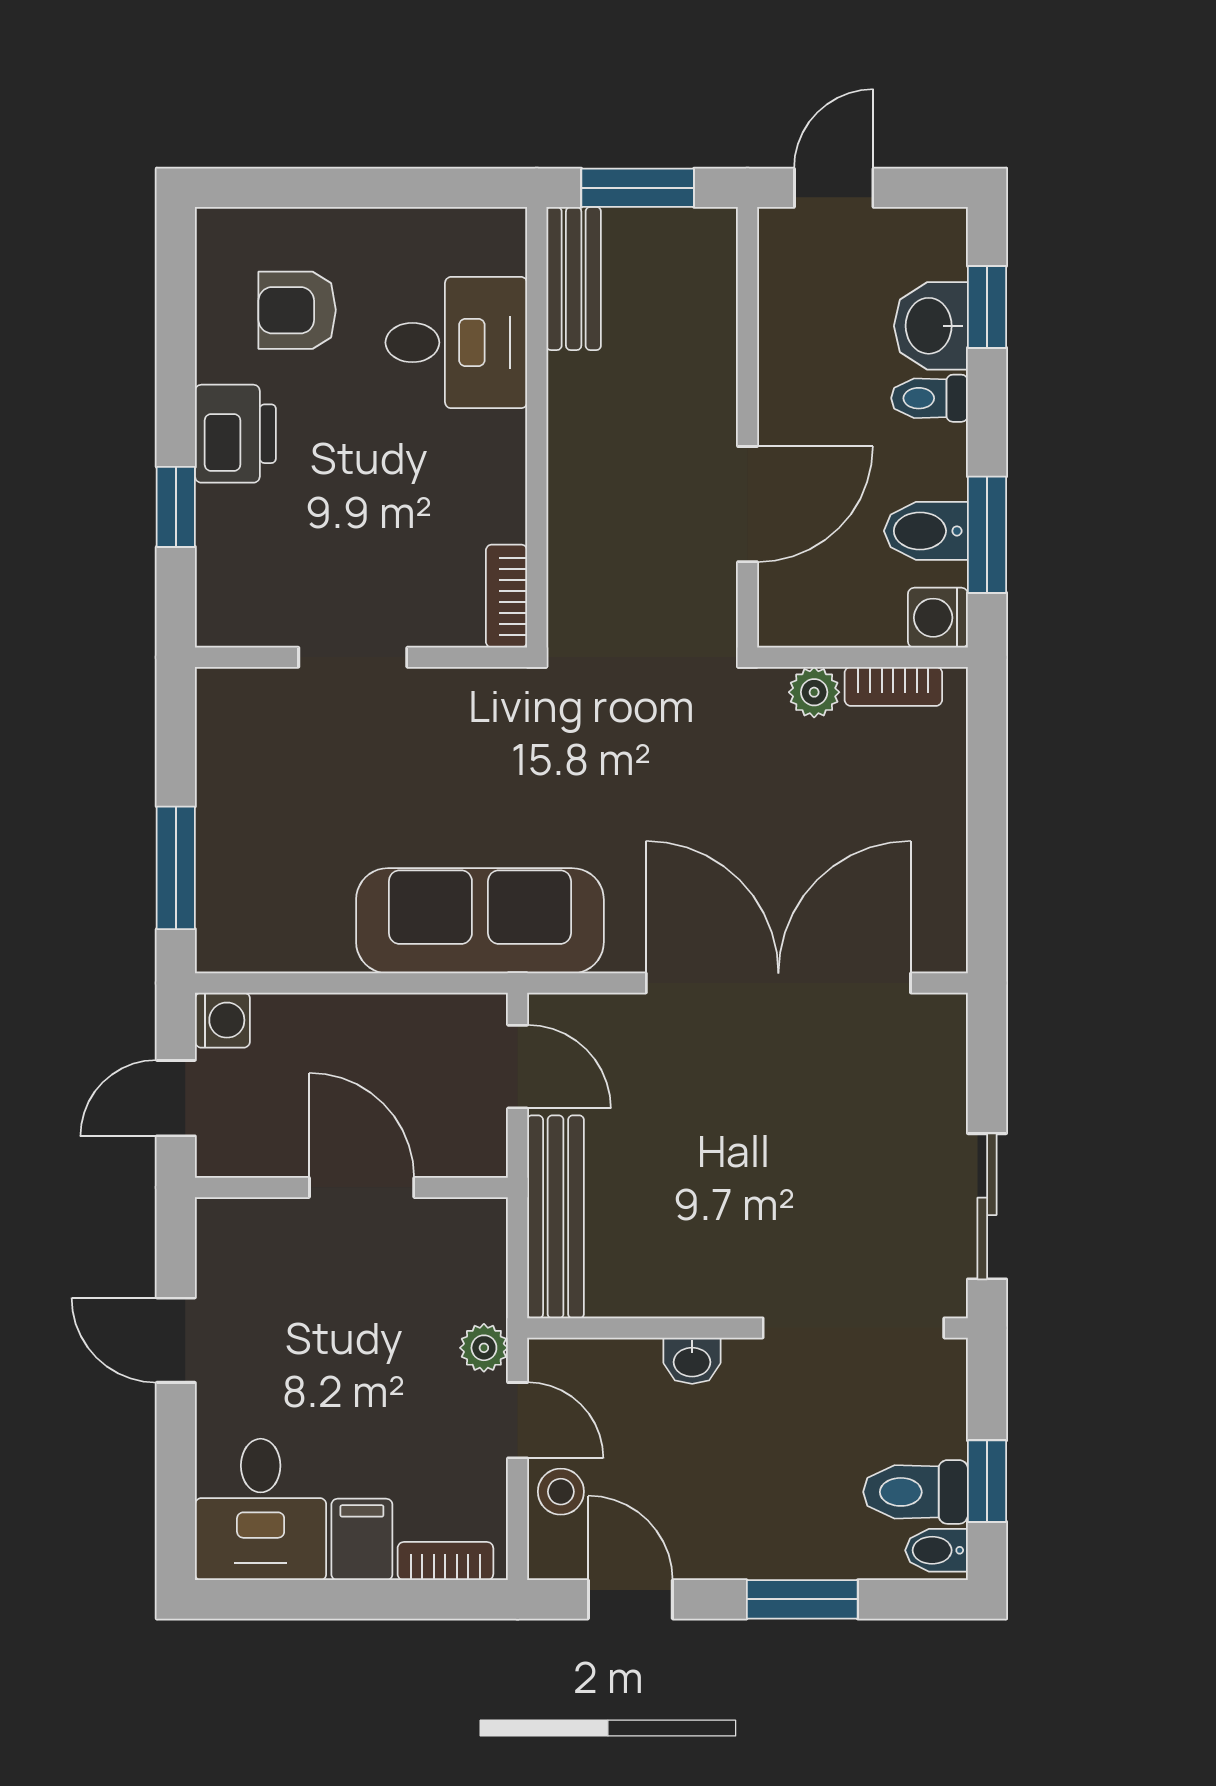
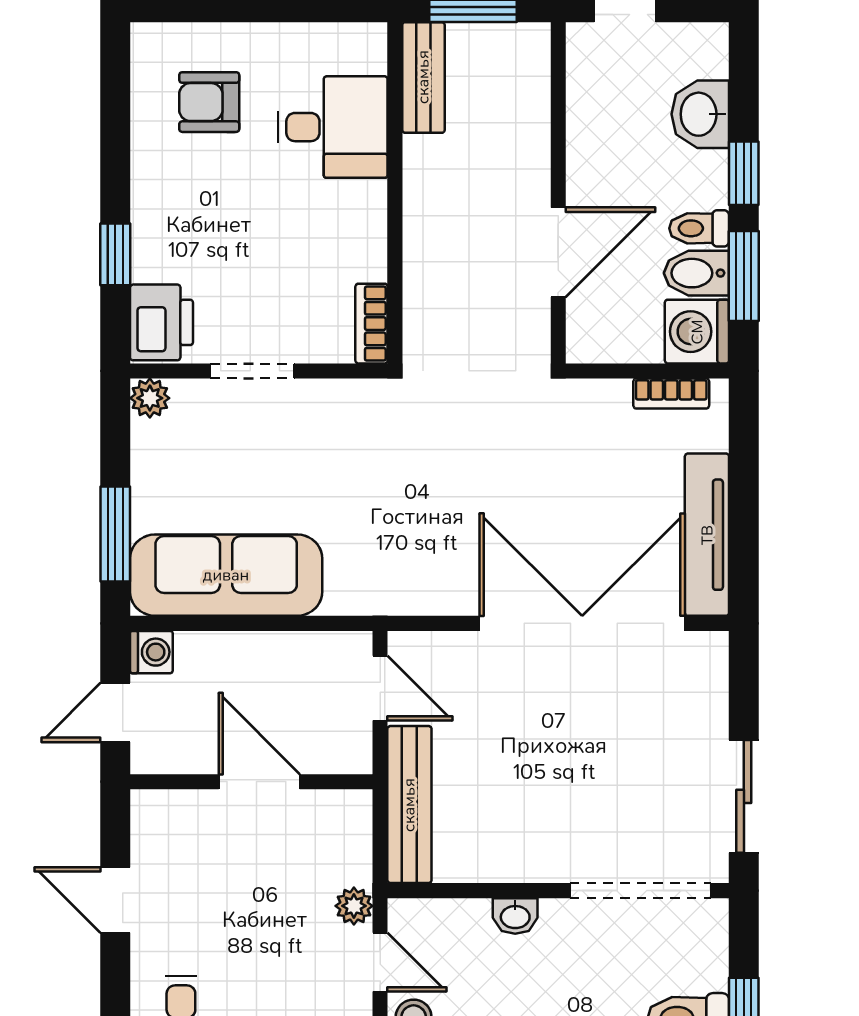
window: (987, 307) -> (744, 173), moved
toilet: (929, 398) -> (699, 228), moved
printer: (235, 434) -> (161, 322), moved
washing machine: (938, 618) -> (697, 332), width x1.38, depth x1.38
plant: (814, 692) -> (150, 398), moved
tv unit: (939, 869) -> (707, 535), added
sofa: (480, 921) -> (226, 575), moved

